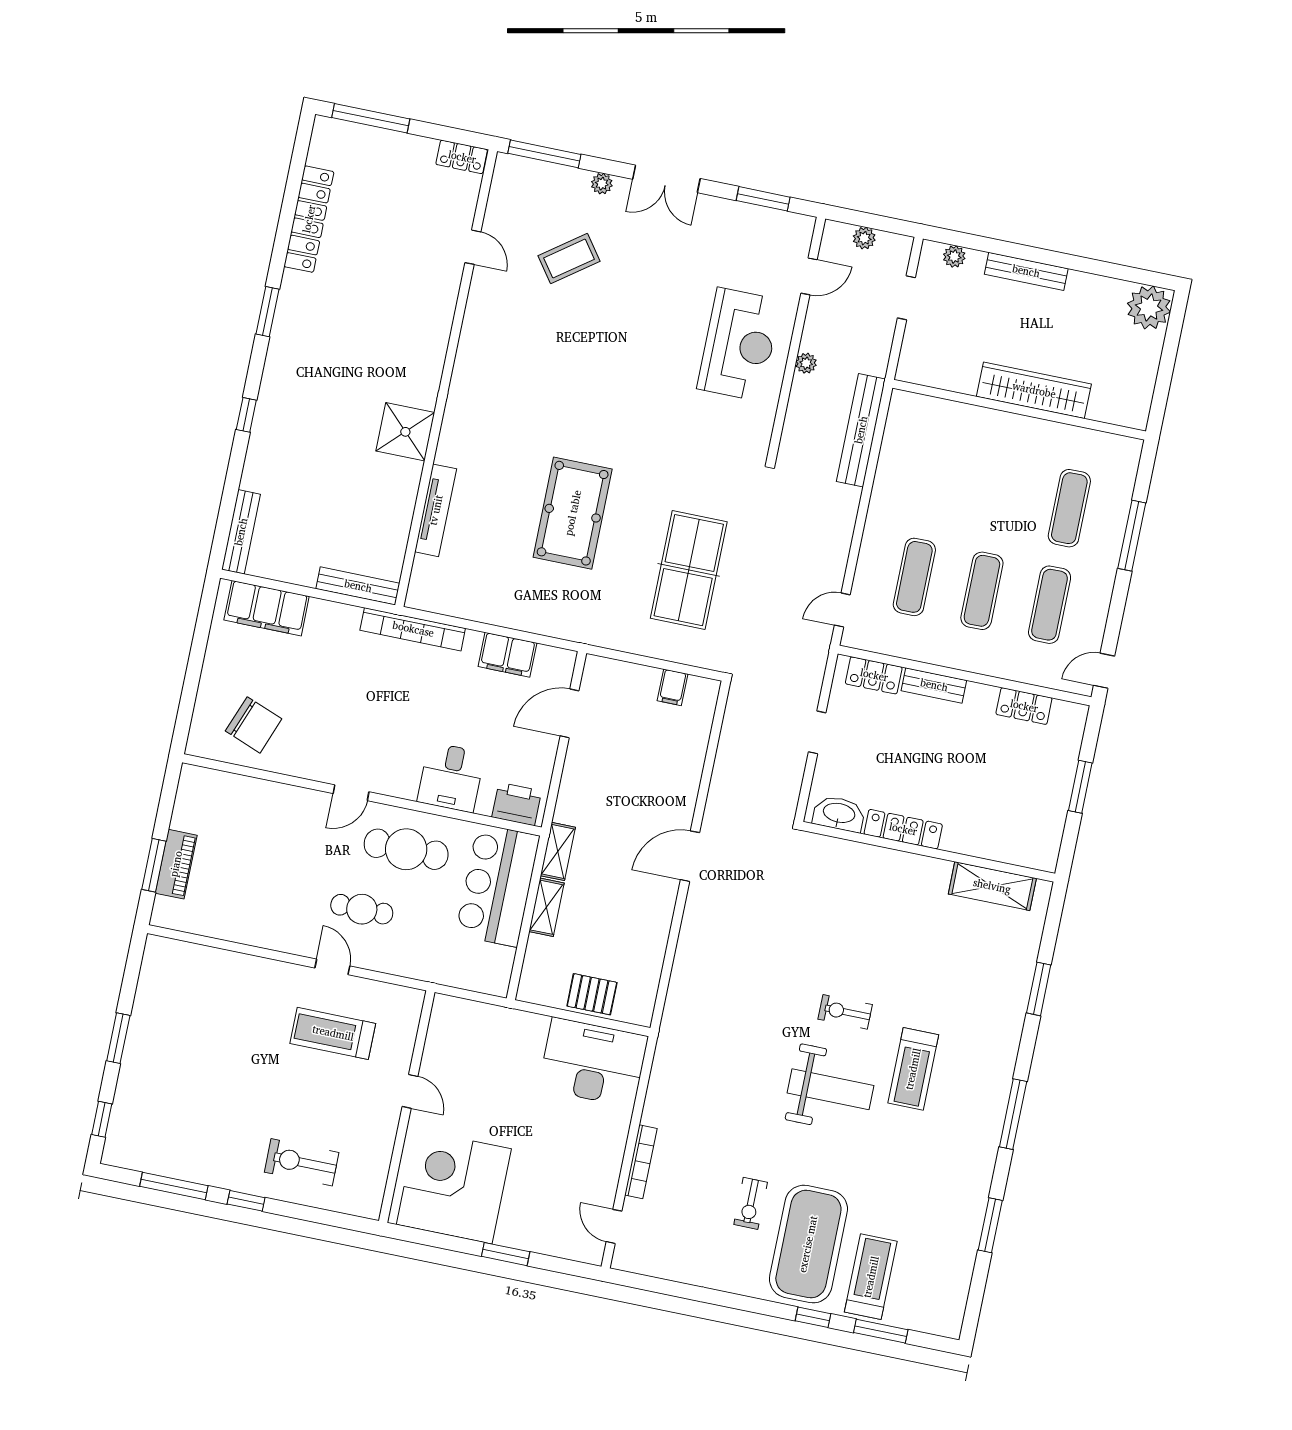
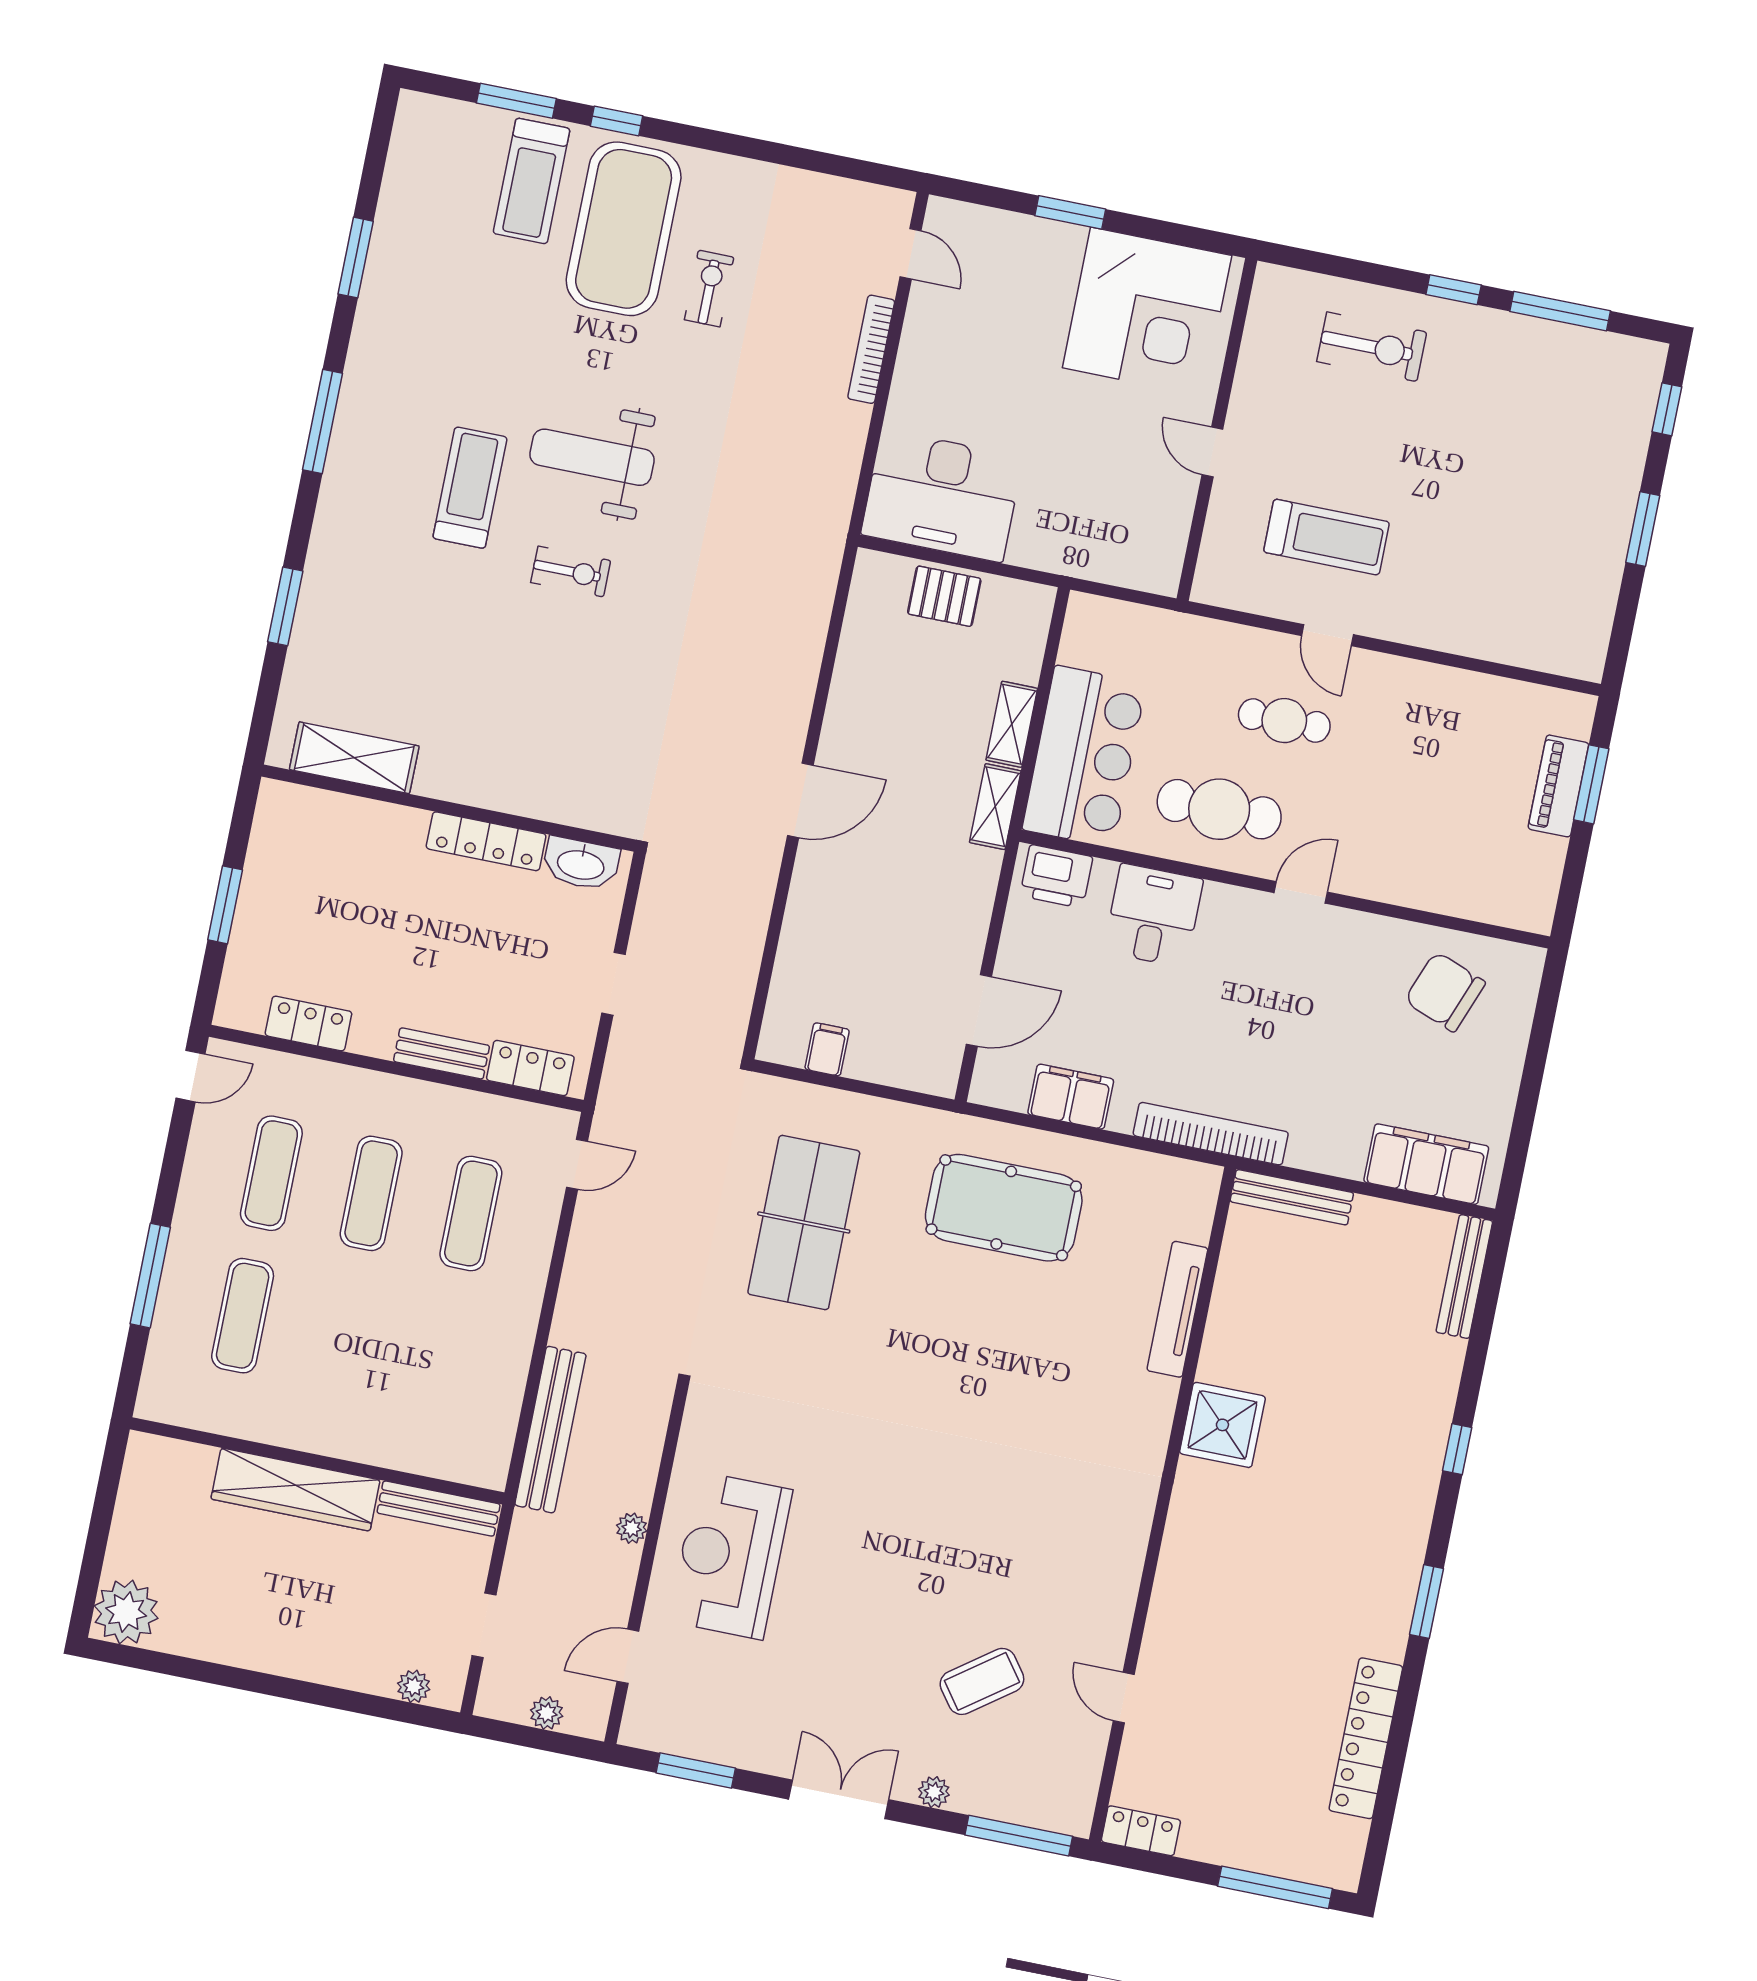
bench: (1026, 271) -> (439, 1509), moved
pool table: (573, 513) -> (1004, 1208), moved, turned 90

